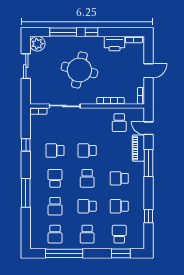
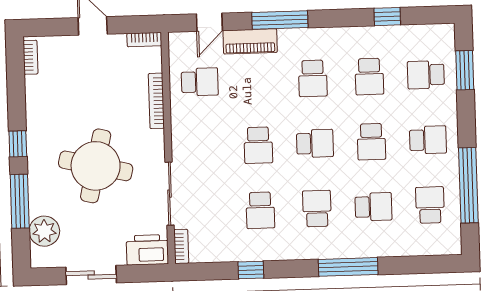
plant: (37, 44) -> (44, 231), moved
printer: (115, 44) -> (147, 250), moved, turned -90
school desk: (55, 178) -> (317, 209), turned 90
school desk: (55, 234) -> (430, 205), turned -90

